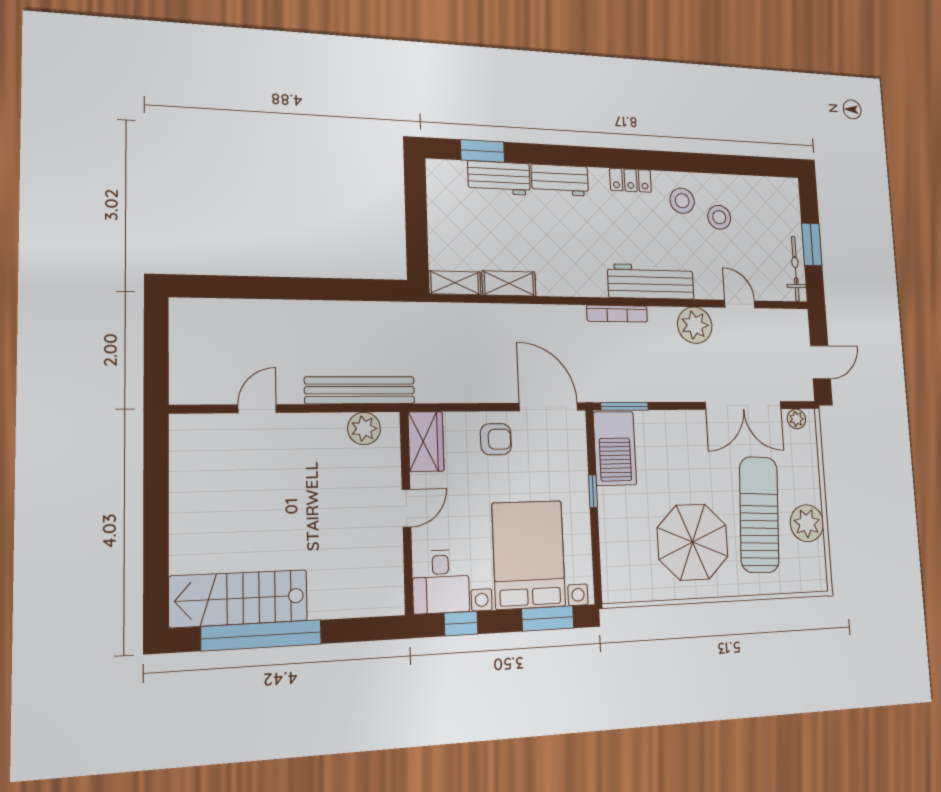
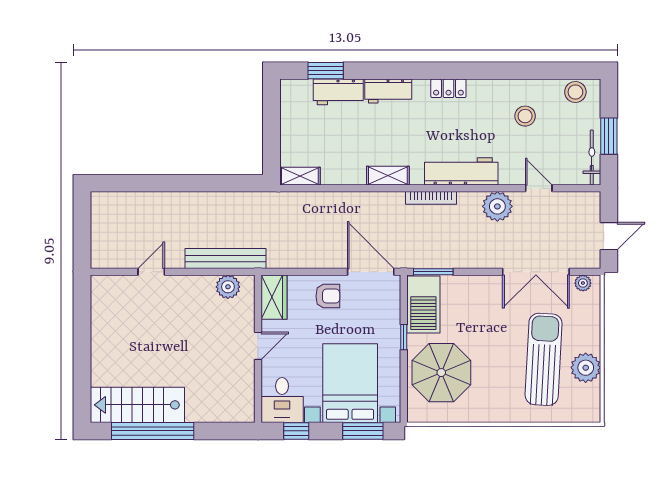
stool: (682, 201) -> (575, 92), moved
shelving: (509, 283) -> (388, 176), moved
parasol: (693, 542) -> (441, 373), moved

